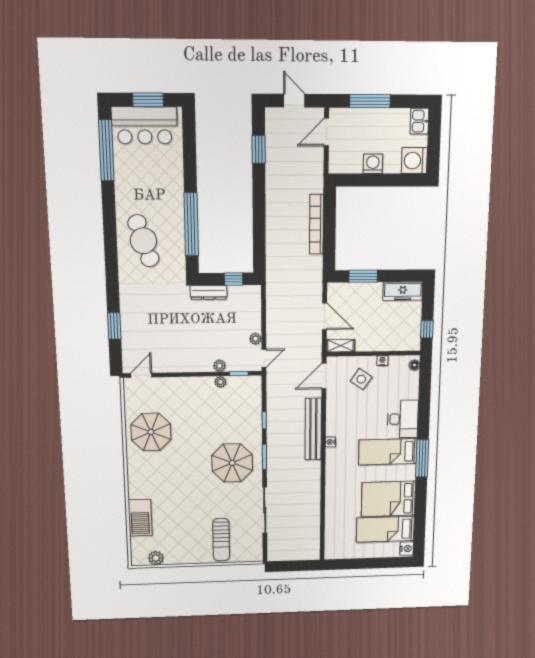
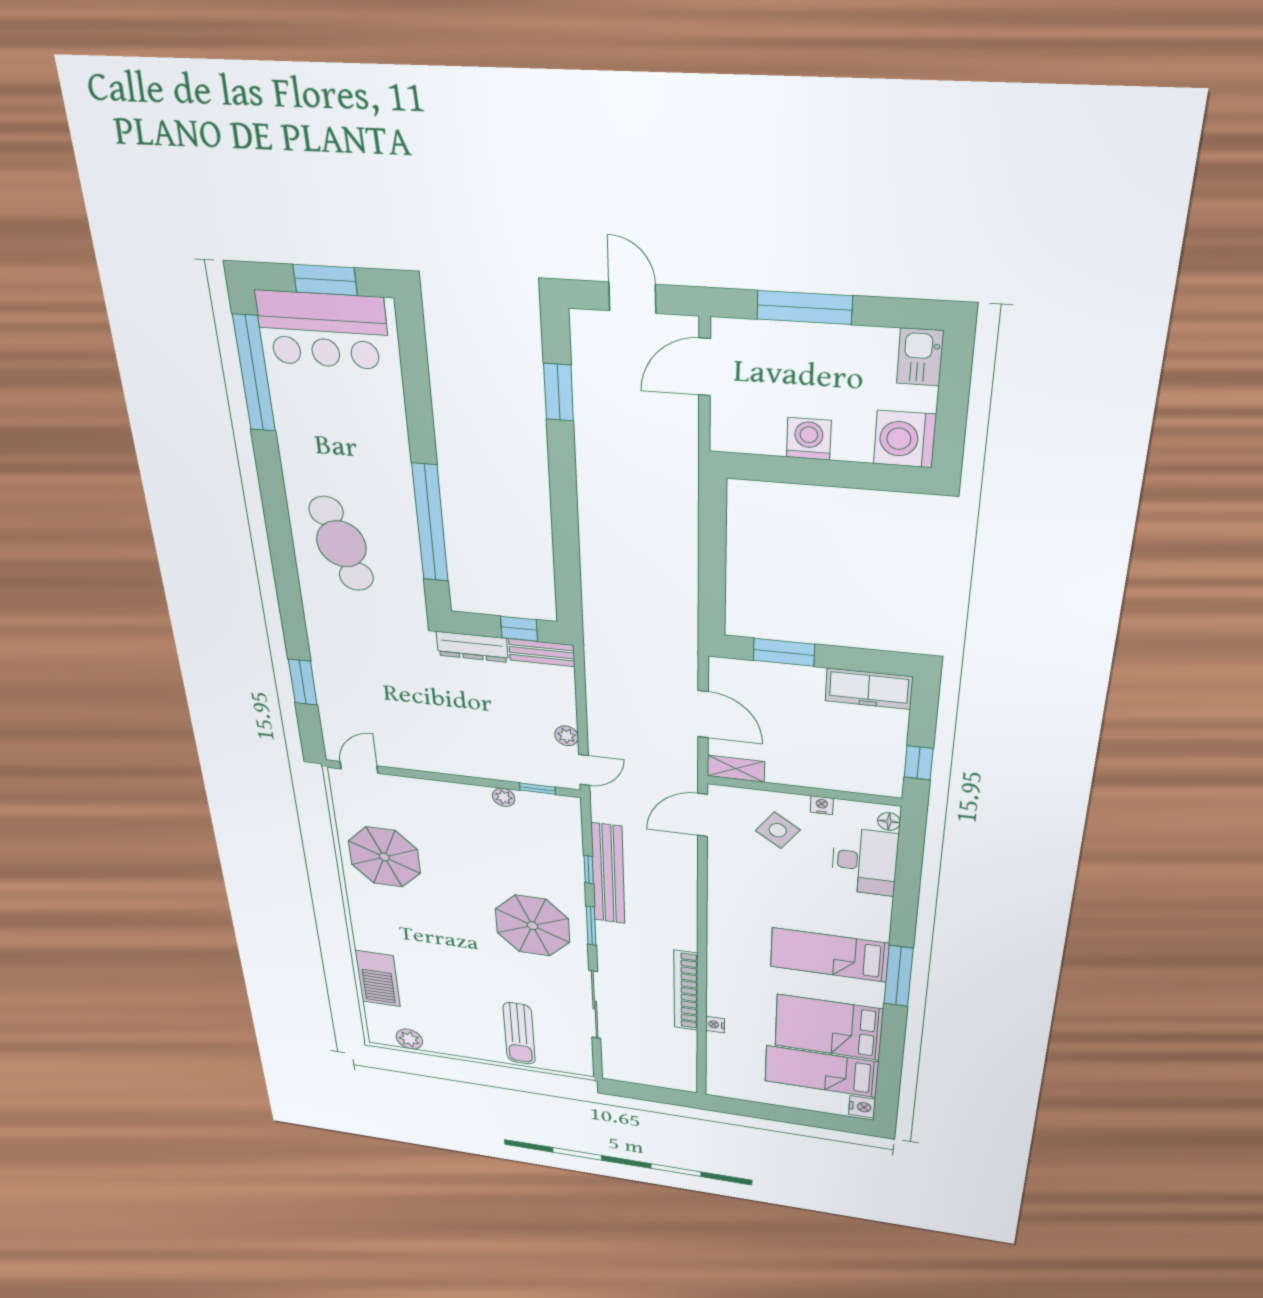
bookcase: (316, 224) -> (686, 991), moved
bench: (245, 291) -> (542, 653), added
plant: (219, 366) -> (500, 771), removed
desk: (403, 419) -> (865, 862), moved
bench: (313, 429) -> (608, 874), moved
nightstand: (330, 442) -> (715, 1025), moved

